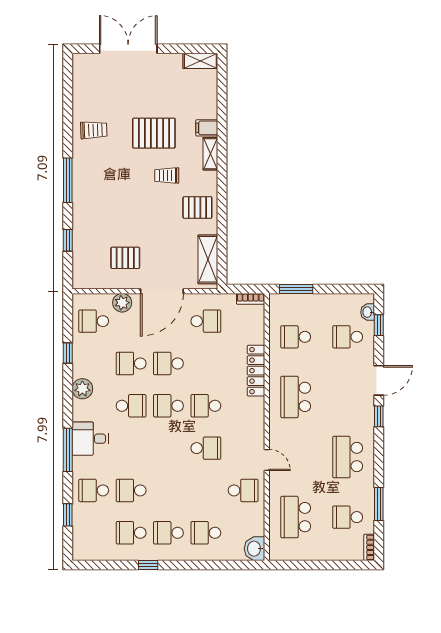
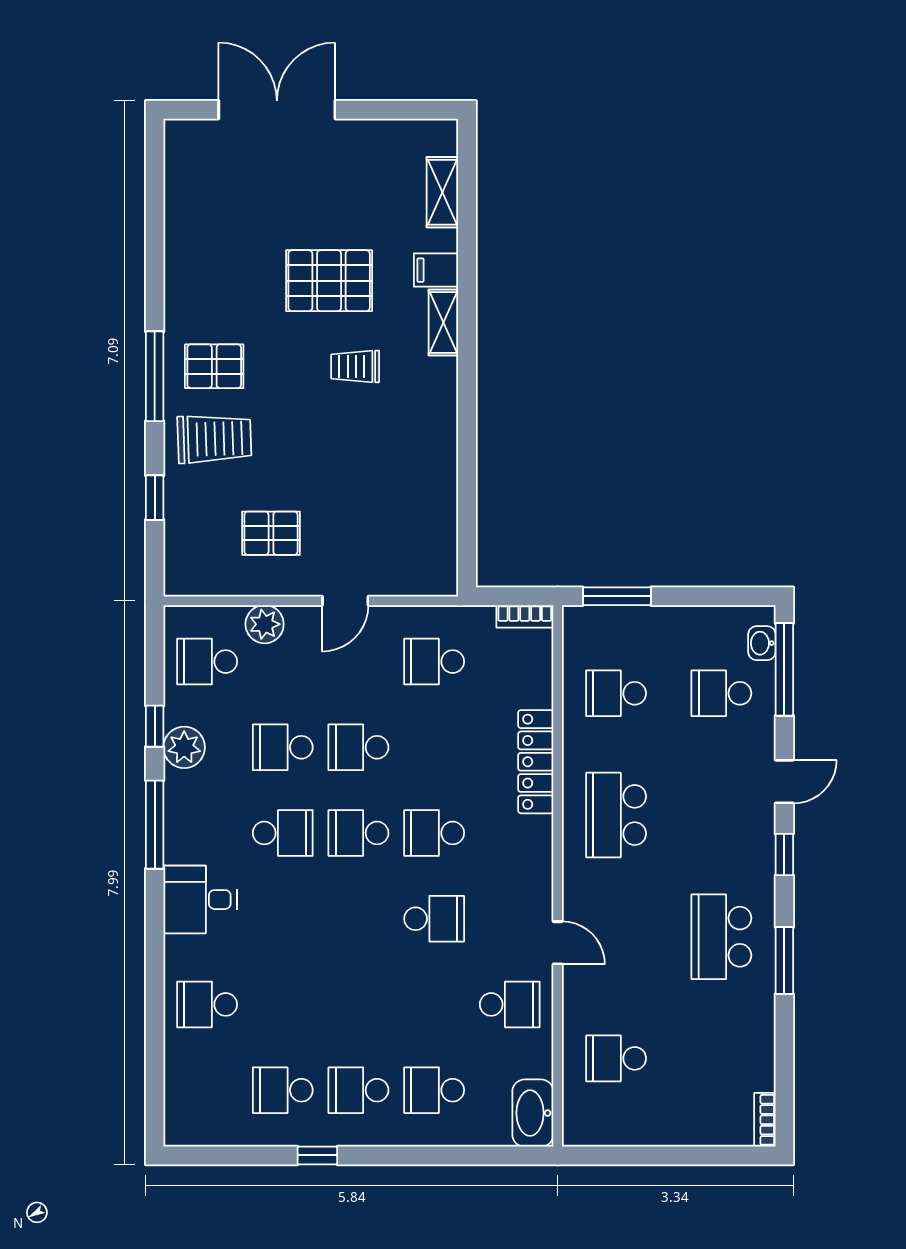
shelving: (200, 61) -> (442, 192), moved, turned 90
trolley: (94, 130) -> (214, 439), moved, width x1.36, depth x1.39
pallet: (197, 207) -> (214, 366), moved
shelving: (208, 259) -> (438, 536), removed
door: (162, 291) -> (345, 601), width x0.53
school desk: (206, 321) -> (434, 662), turned 180
window: (379, 325) -> (784, 669), width x2.17
door: (379, 380) -> (784, 782), width x0.73
plant: (82, 389) -> (184, 747), moved
window: (68, 450) -> (155, 825), moved
school desk: (131, 490) -> (283, 1004), removed
window: (379, 504) -> (784, 961), moved
window: (68, 515) -> (155, 1054), removed
school desk: (296, 517) -> (616, 1058), width x0.54
school desk: (348, 517) -> (721, 1058), removed
washbasin: (255, 549) -> (533, 1113), width x1.38

